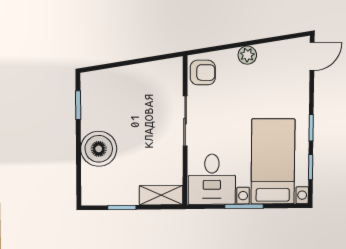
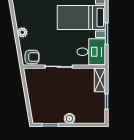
armchair: (203, 73) -> (32, 57), turned 90
boiler: (99, 149) -> (69, 119), width x0.54, depth x0.54

